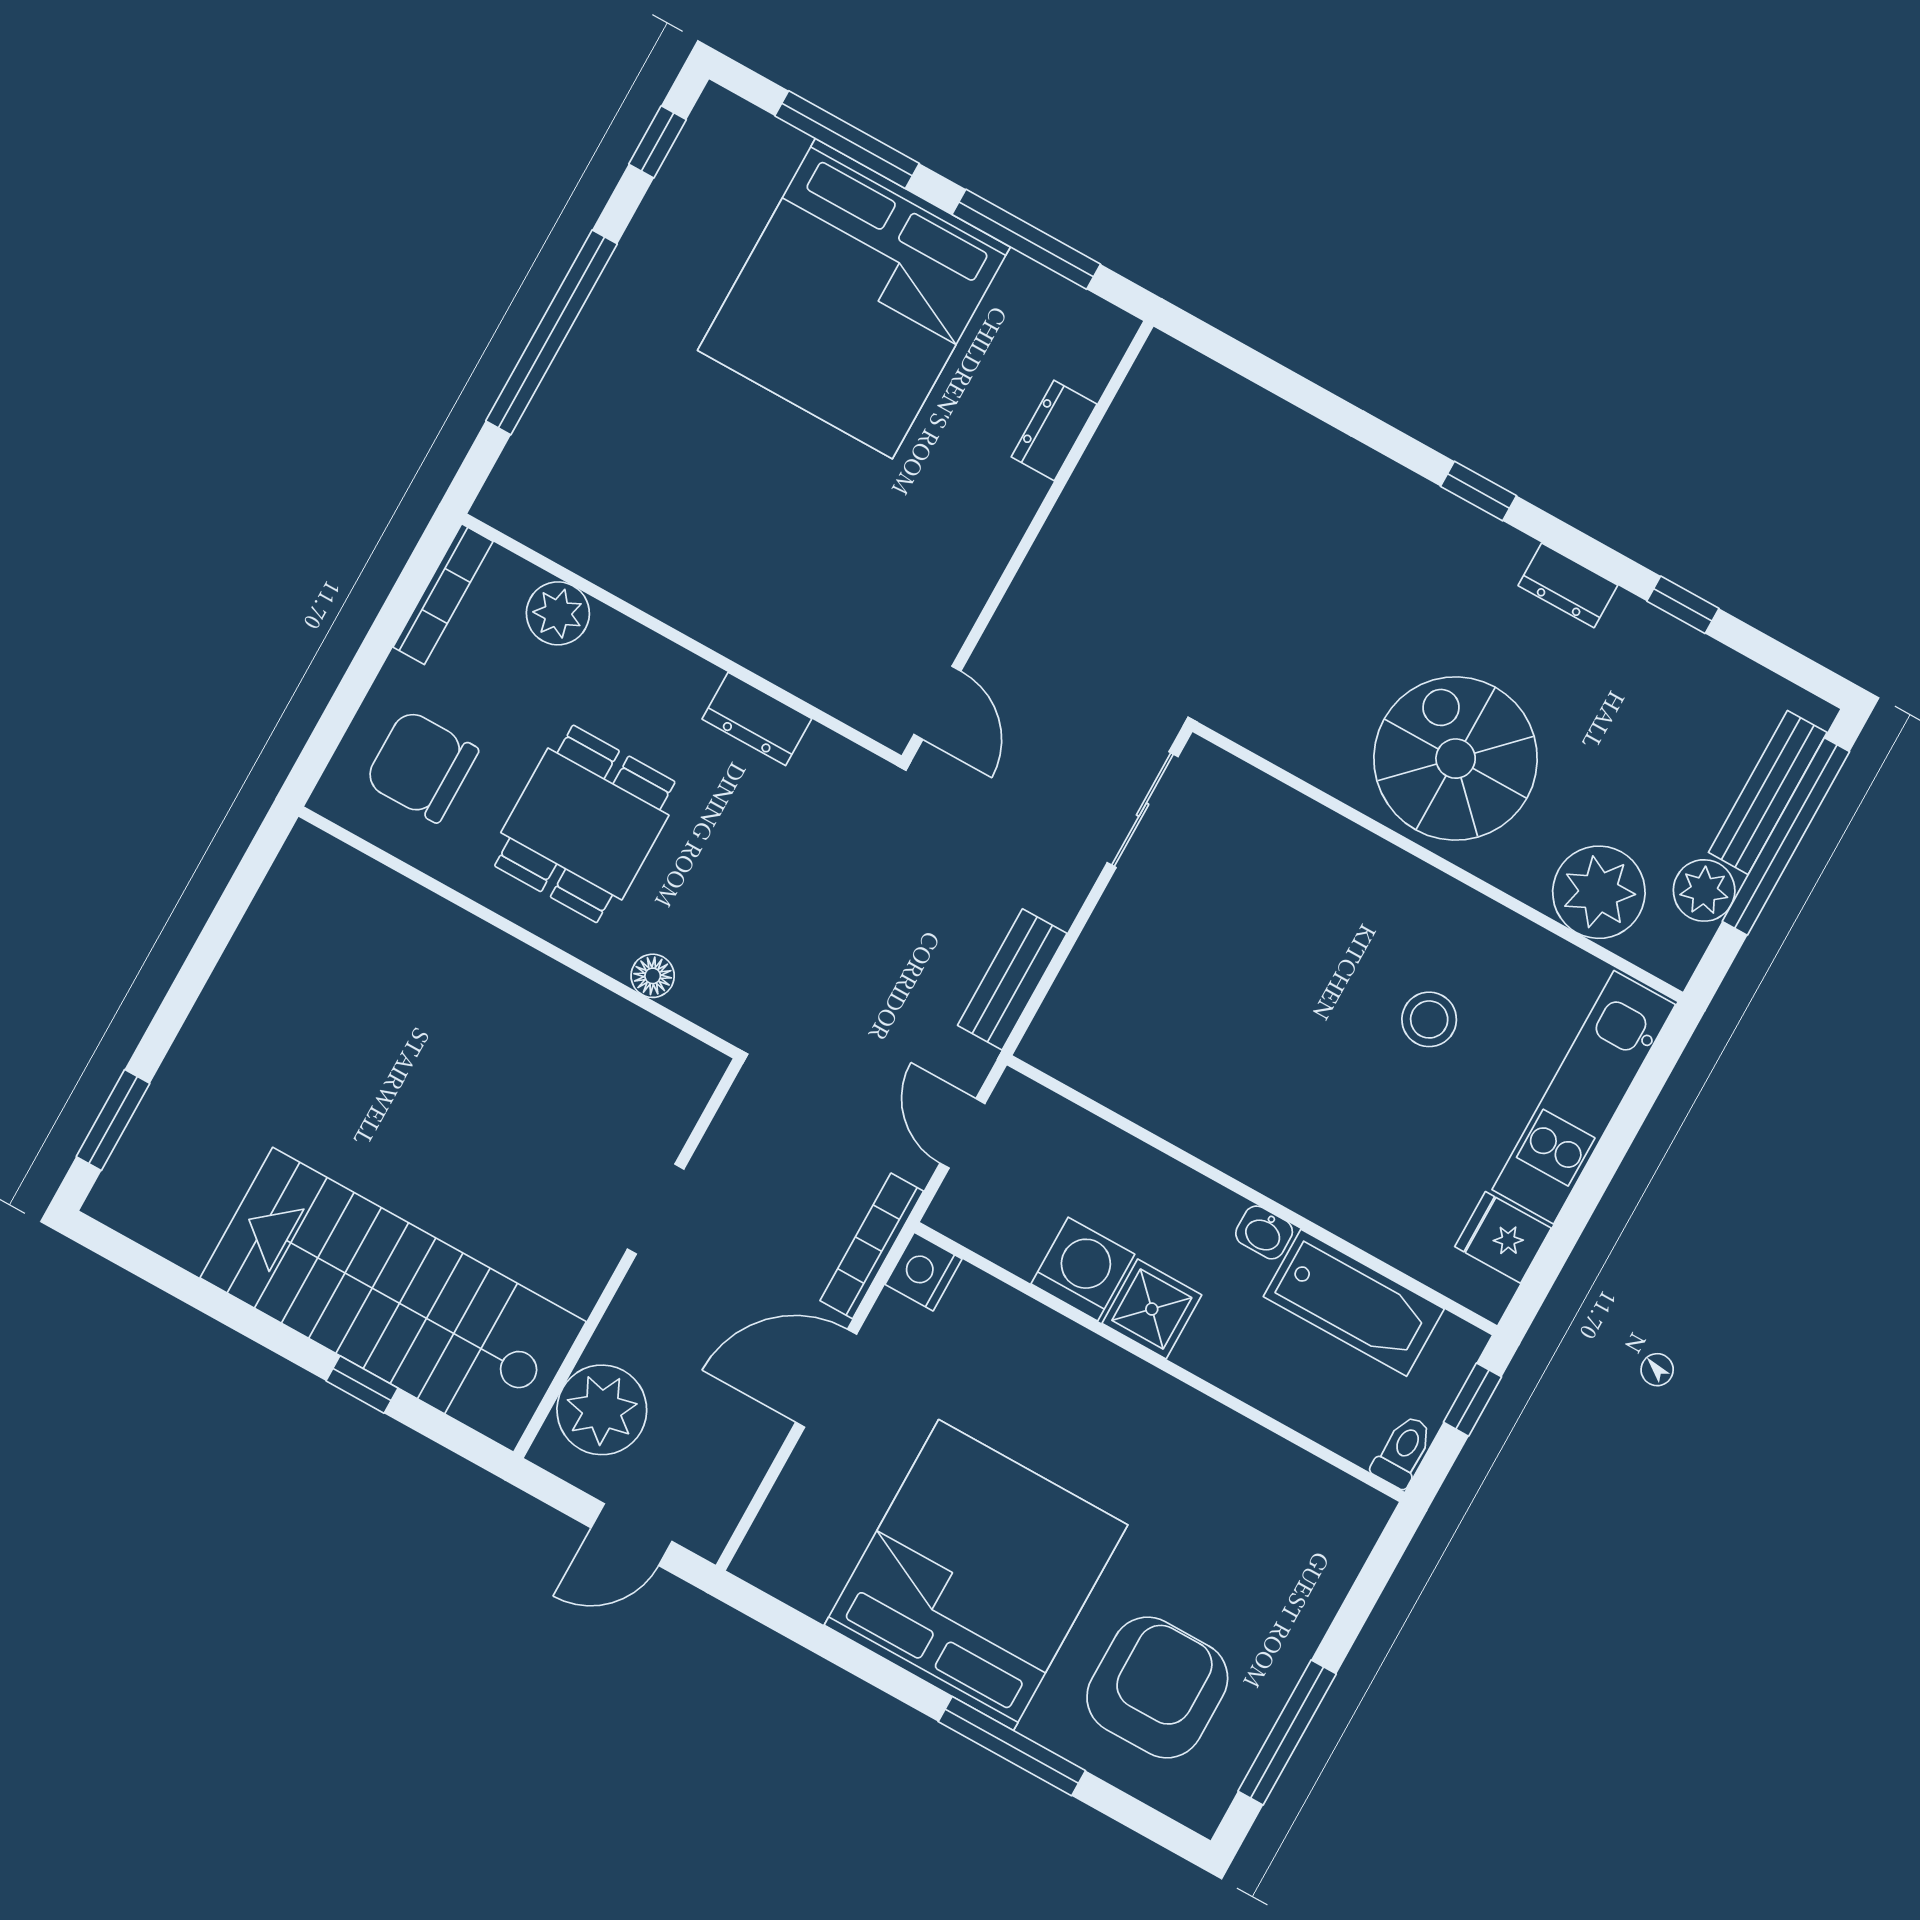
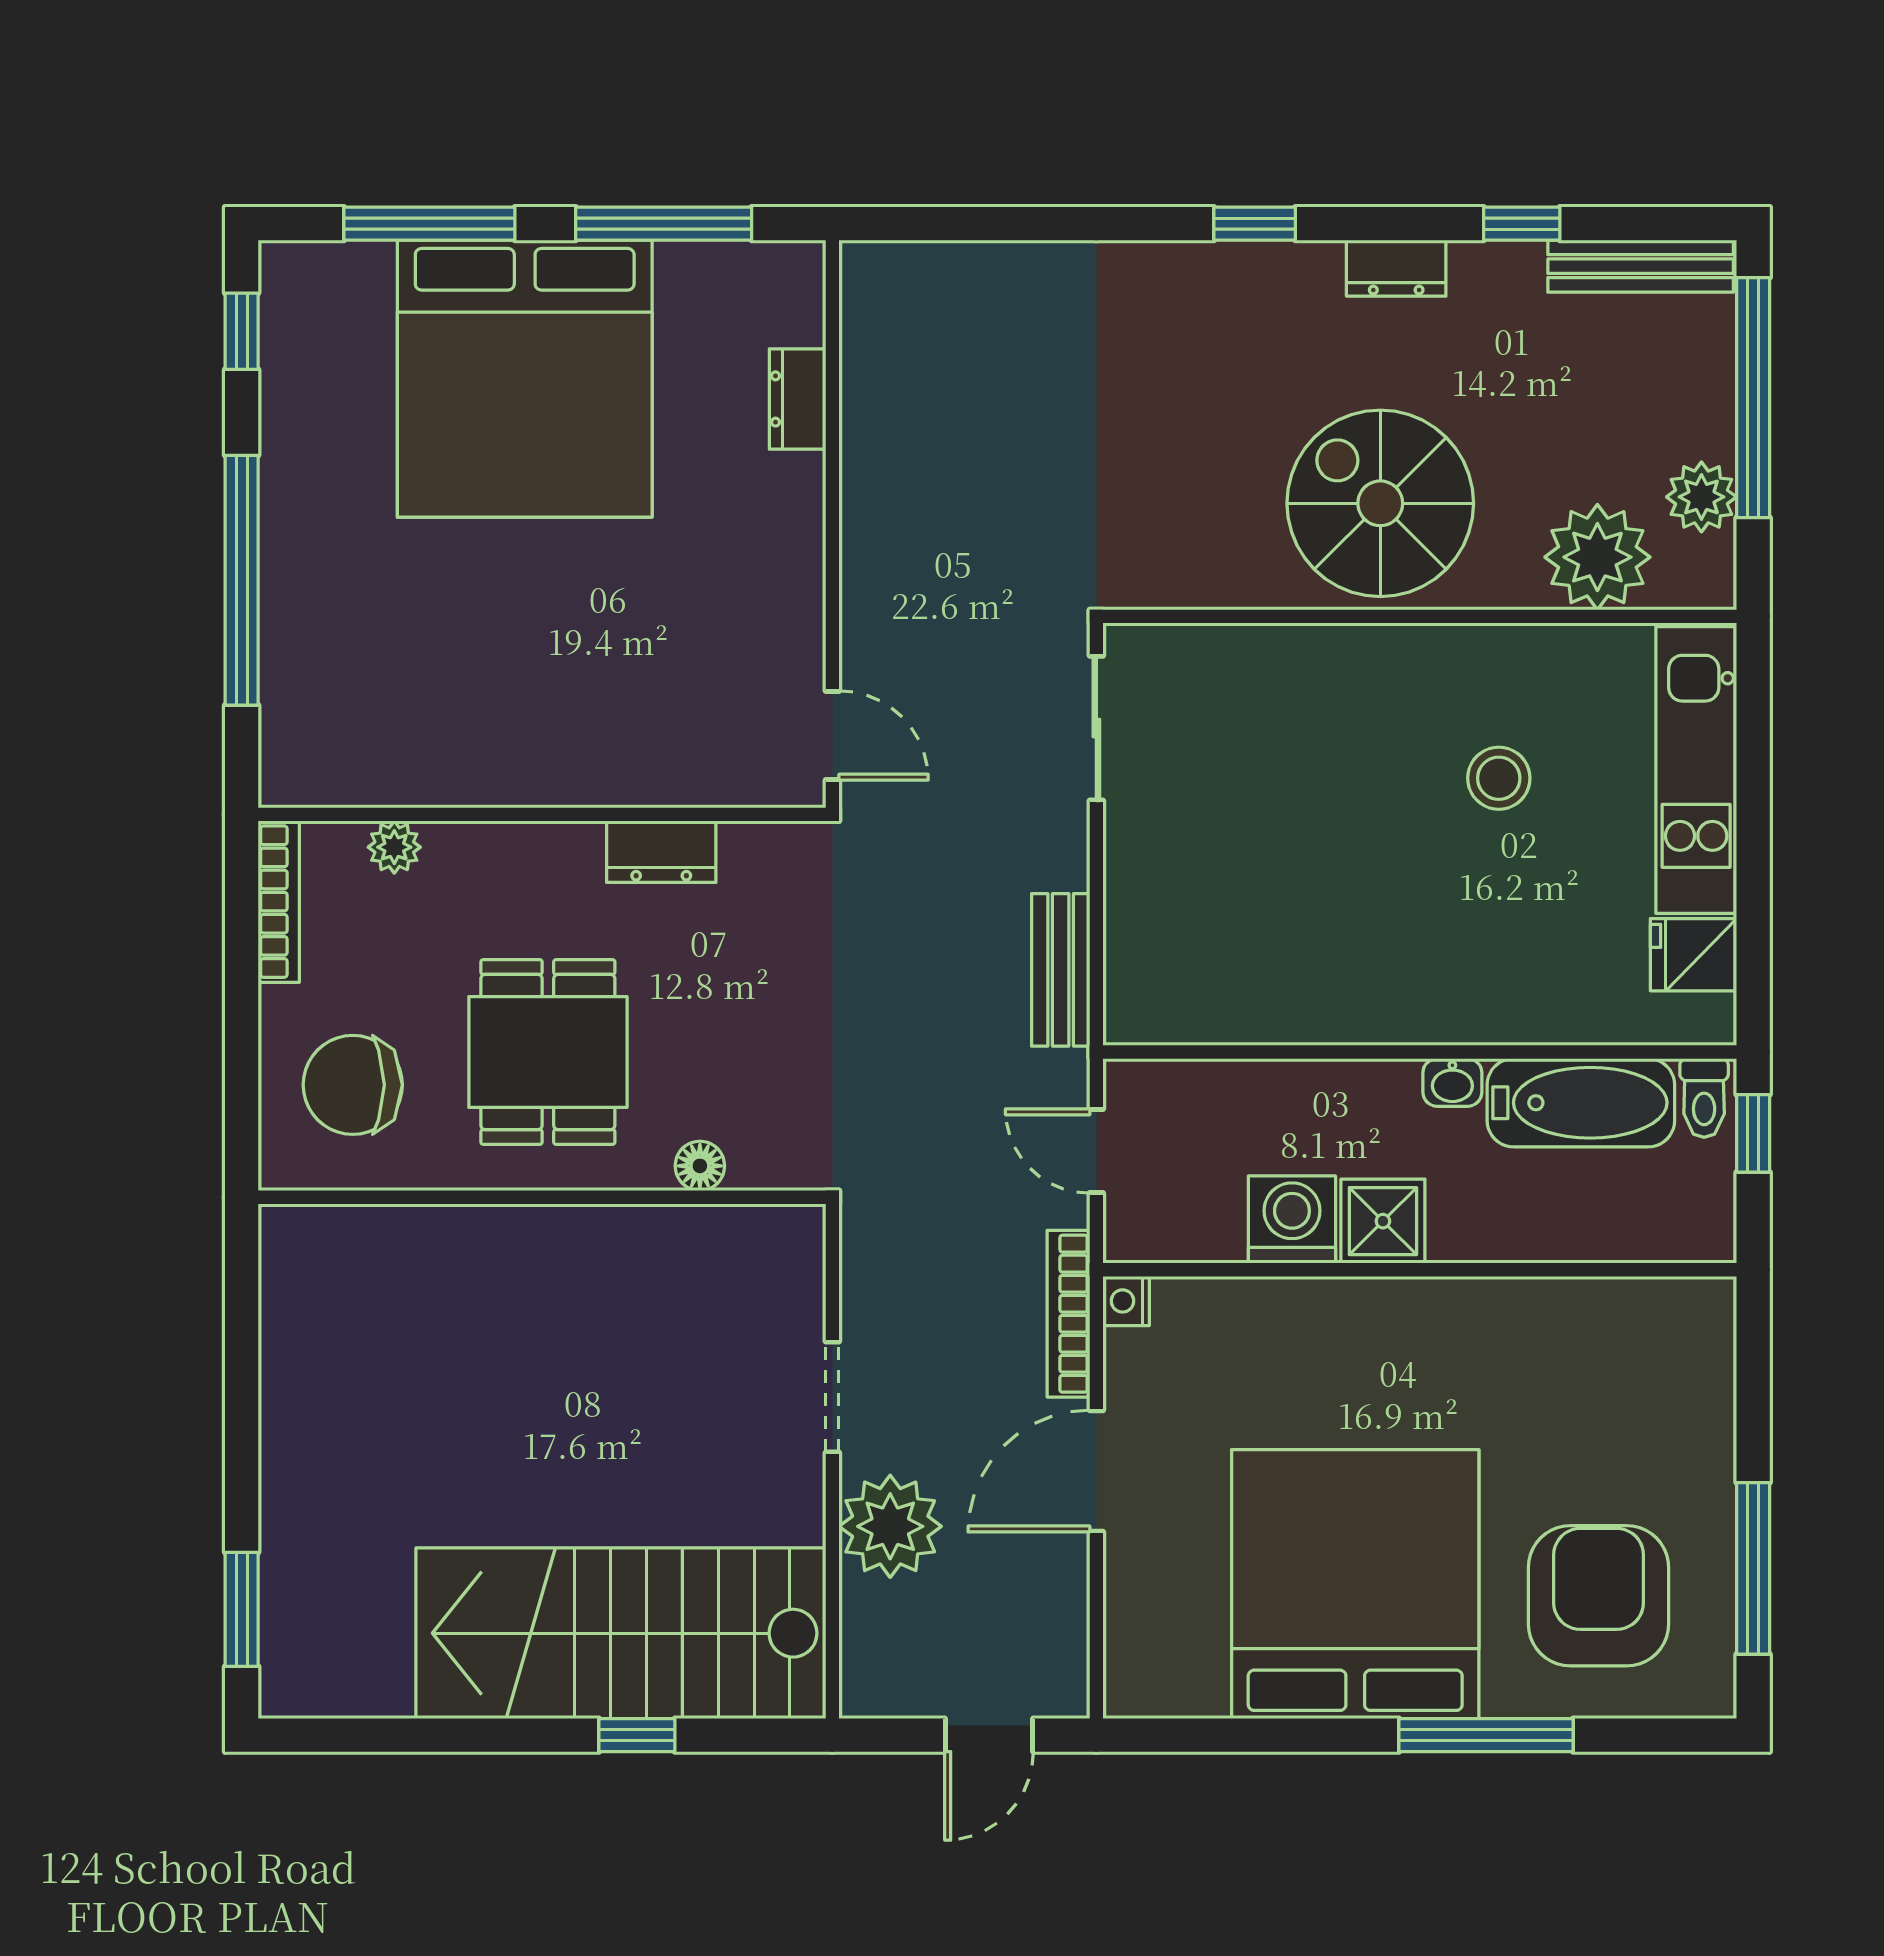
plant: (558, 613) -> (394, 847), width x0.73, depth x0.73
bench: (1768, 792) -> (1641, 266), moved, turned 90
nightstand: (924, 1272) -> (1126, 1301), width x0.72, depth x0.74
plant: (602, 1410) -> (890, 1526), moved
toilet: (1403, 1451) -> (1704, 1098), moved, turned 180

